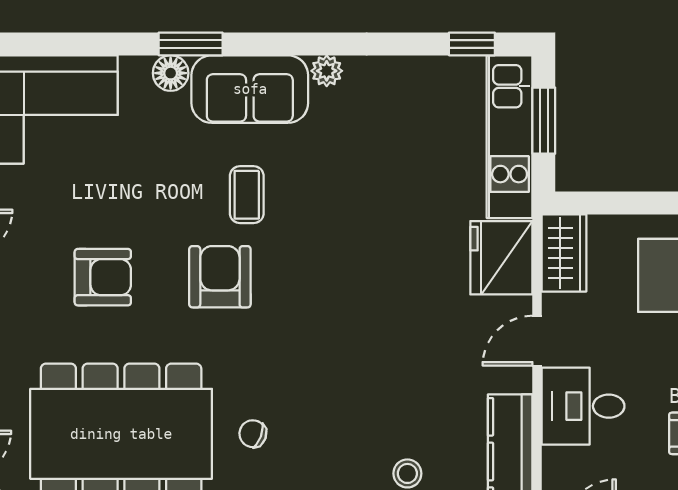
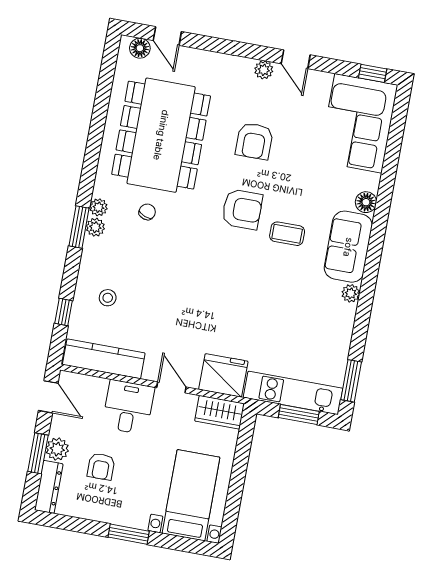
window: (191, 44) -> (381, 217), removed
window: (472, 44) -> (351, 381), width x1.50

